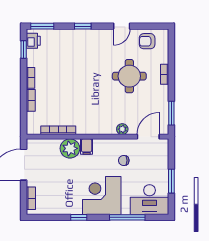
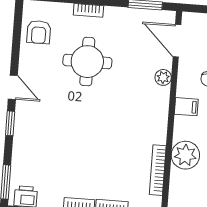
door: (122, 26) -> (13, 87), moved
filing cabinet: (87, 147) -> (186, 107), moved

